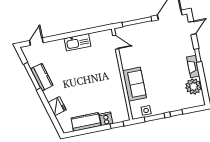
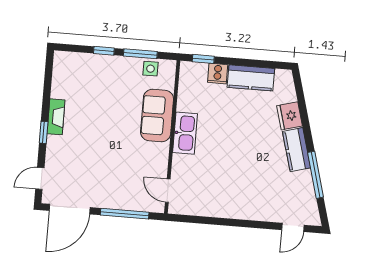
kitchen sink: (78, 42) -> (185, 133), moved, turned 90
kitchen counter: (42, 77) -> (297, 150), moved
plant: (194, 86) -> (64, 85), removed

